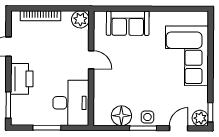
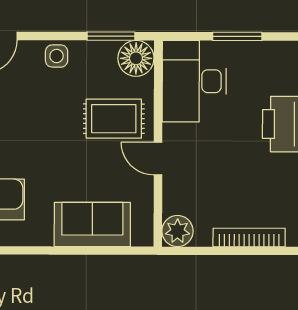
rug: (116, 82) -> (114, 119), added
floor lamp: (121, 116) -> (136, 58), moved
window: (143, 128) -> (111, 36), moved

